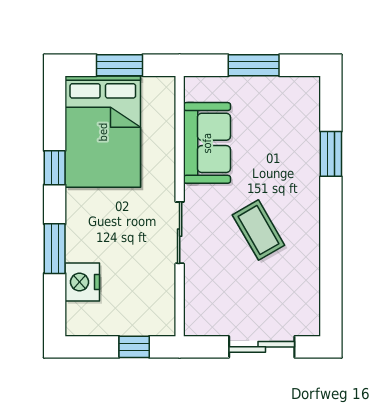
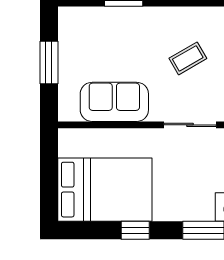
window: (119, 65) -> (49, 176), removed
coffee table: (258, 230) -> (188, 58), width x0.73, depth x0.77

